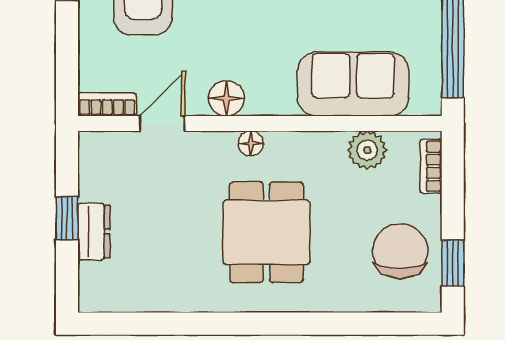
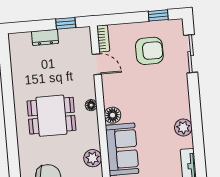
floor lamp: (226, 98) -> (113, 115), moved
window: (67, 218) -> (66, 23), moved

